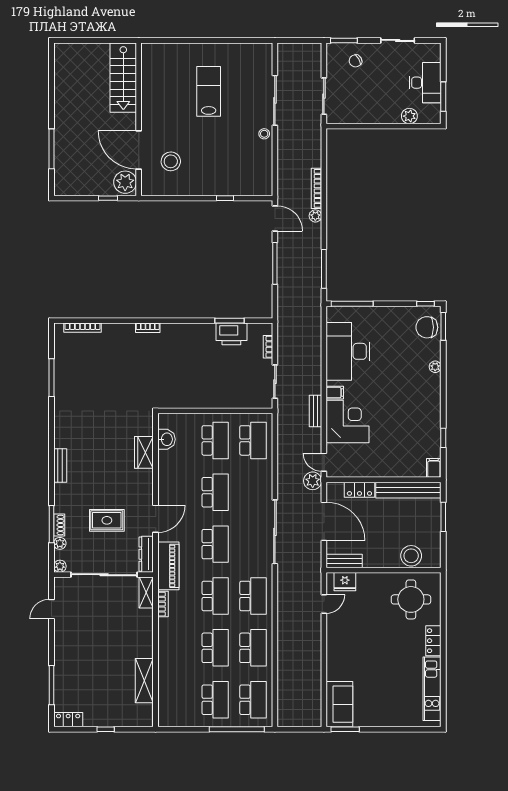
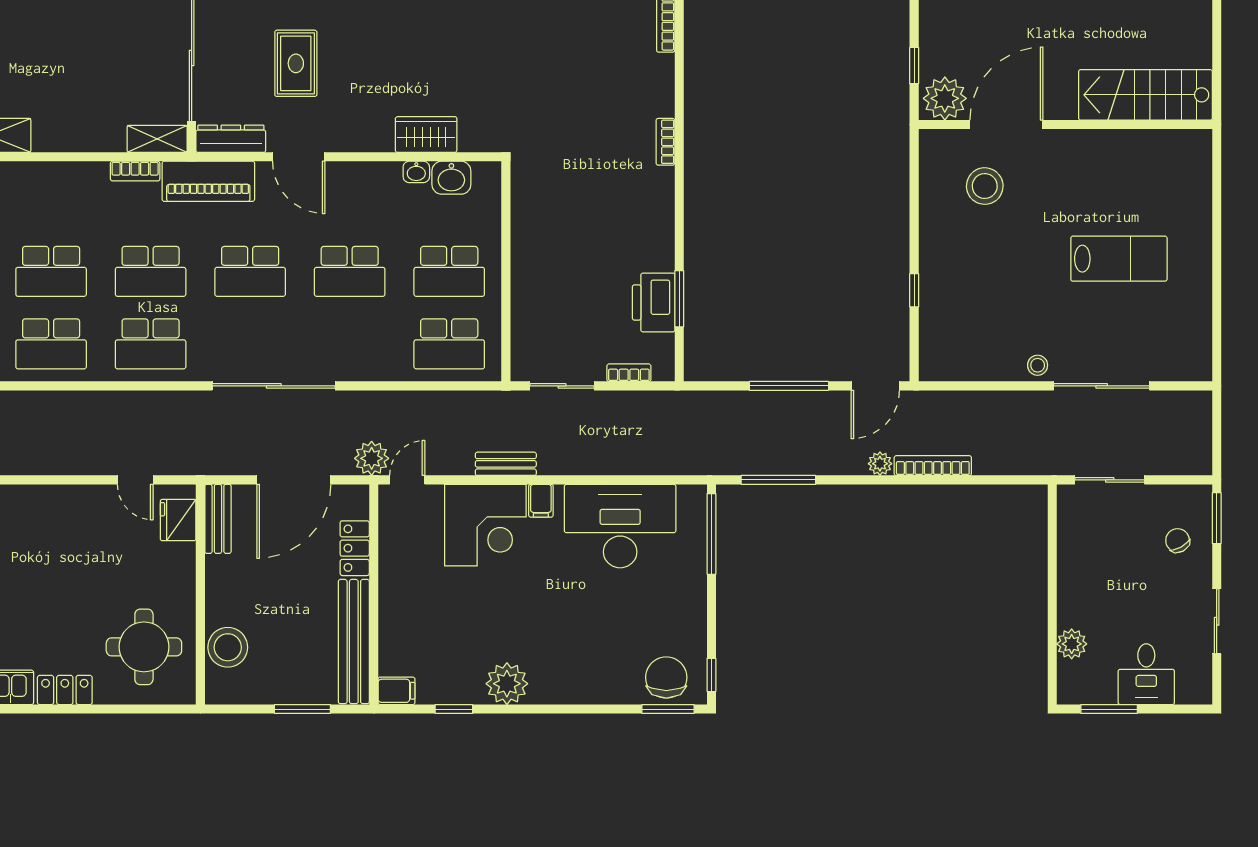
desk: (425, 83) -> (1146, 674), width x0.73
plant: (435, 367) -> (507, 684), moved, width x1.88, depth x1.88
washbasin: (163, 458) -> (416, 172), added

